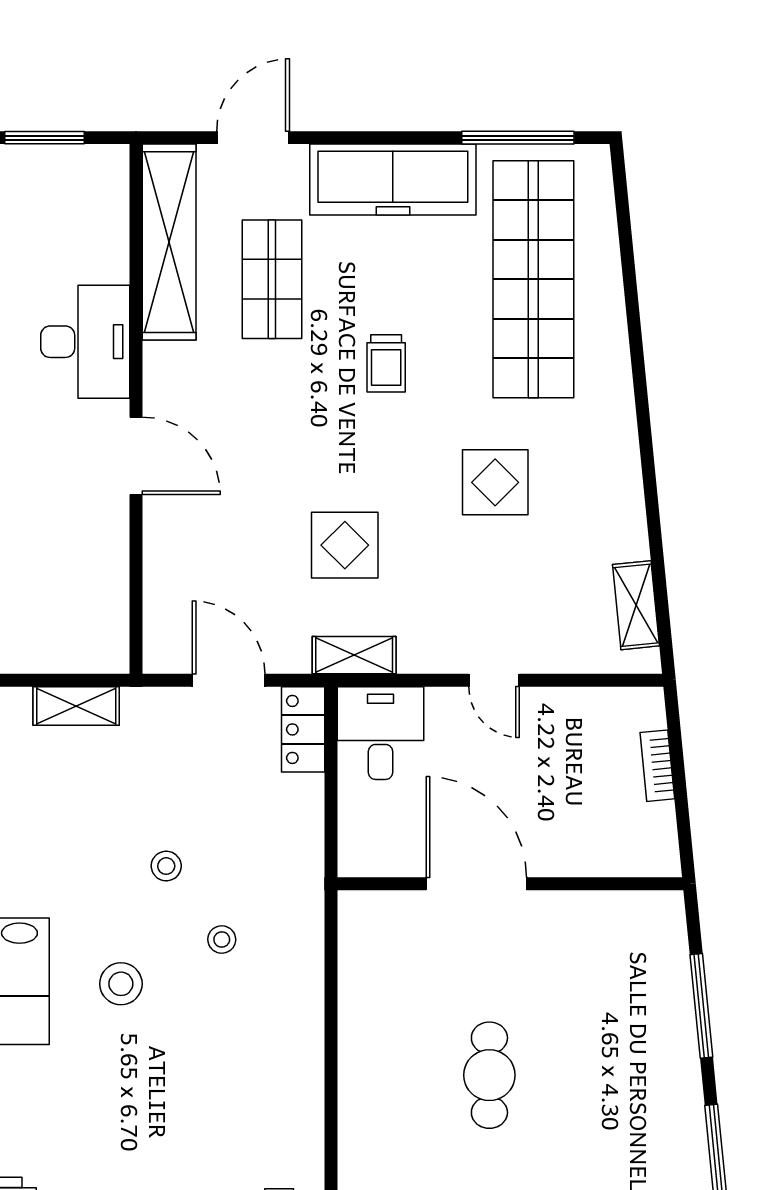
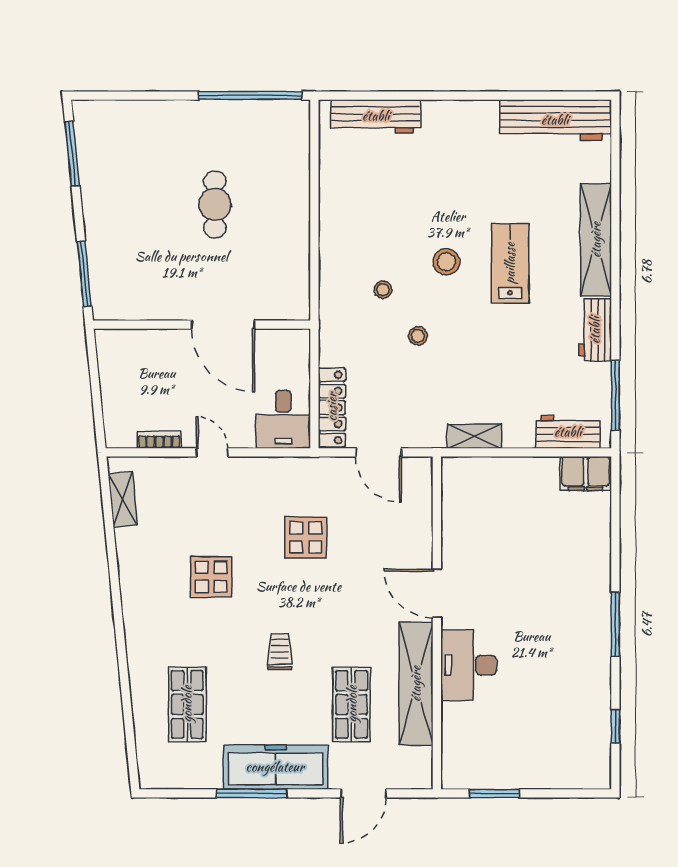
window: (518, 138) -> (252, 793), moved
shelving: (169, 242) -> (416, 684), moved
shop shelf: (533, 279) -> (187, 704), width x0.50, depth x0.74
shelving: (354, 655) -> (300, 468), removed
locker: (303, 729) -> (332, 407), width x1.53
bookcase: (657, 766) -> (159, 440), moved, turned -84
window: (701, 1006) -> (84, 274), moved

